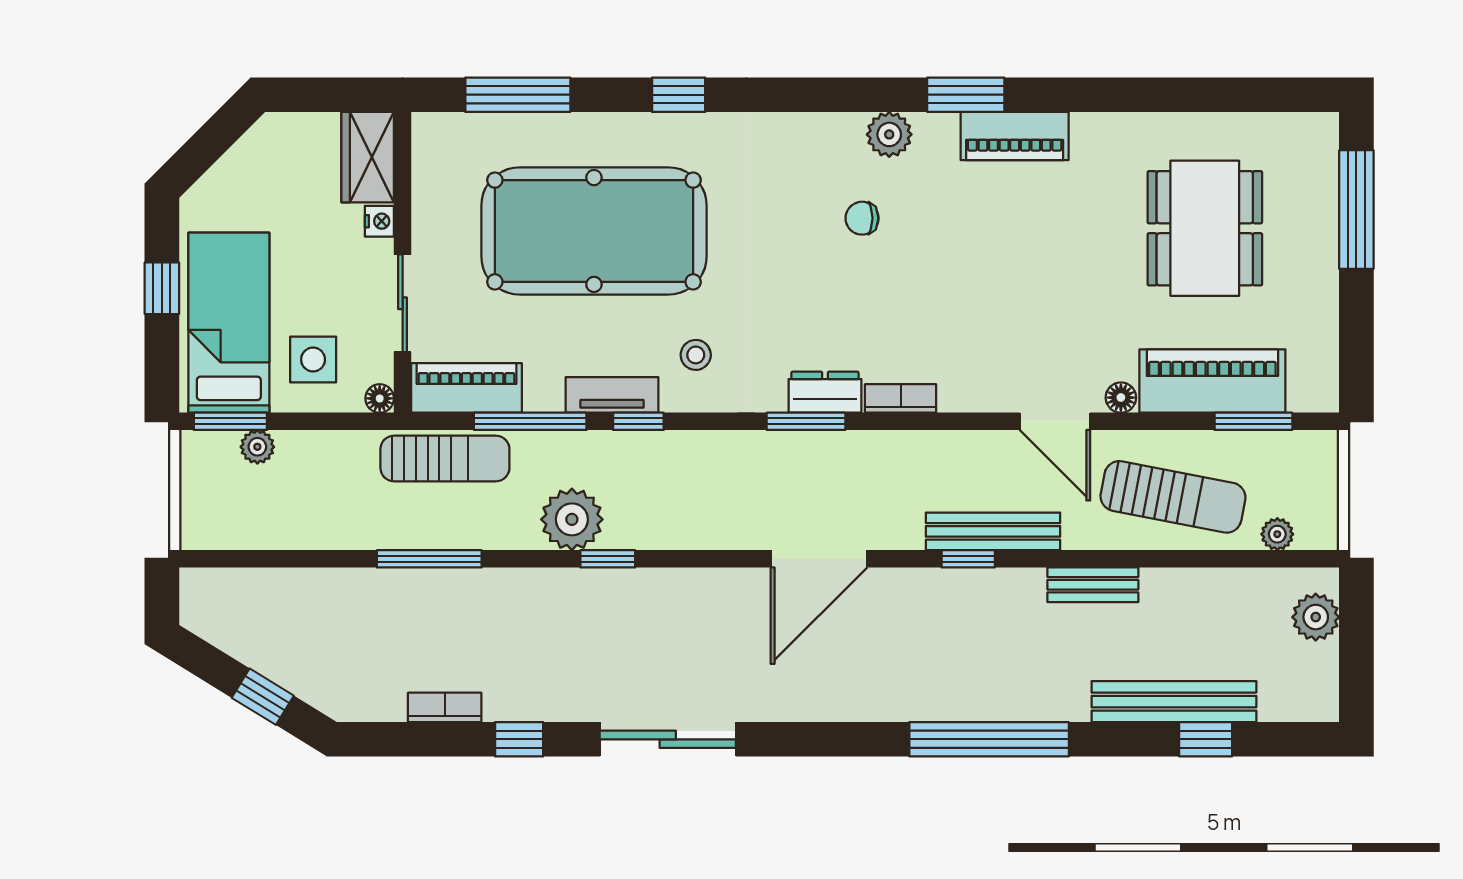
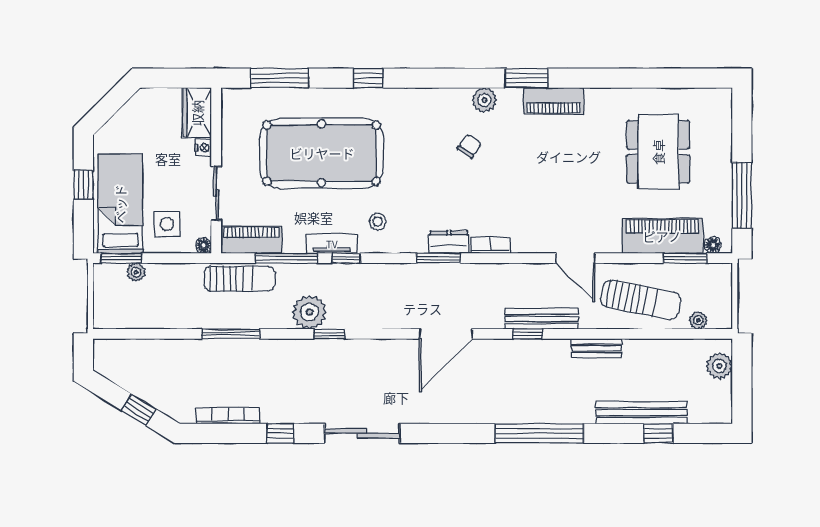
window: (1356, 210) -> (742, 195), moved
chair: (862, 218) -> (469, 146), turned 124
floor lamp: (1121, 398) -> (713, 245), moved
bookcase: (445, 707) -> (228, 416), width x1.56

